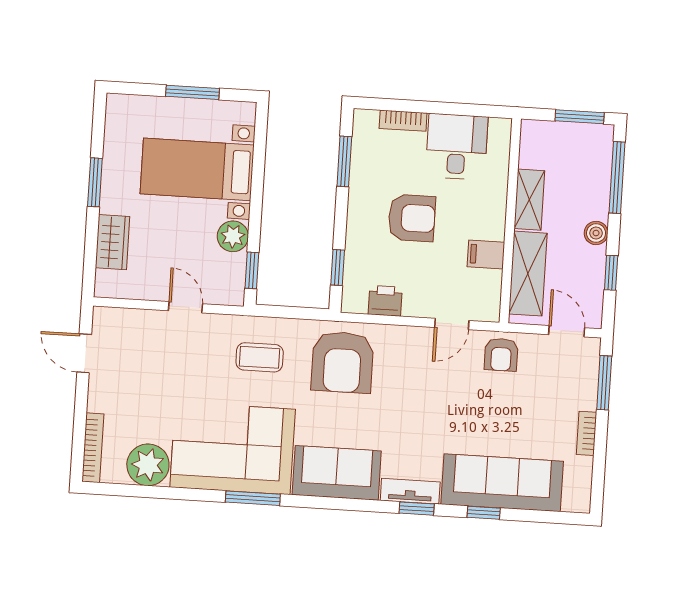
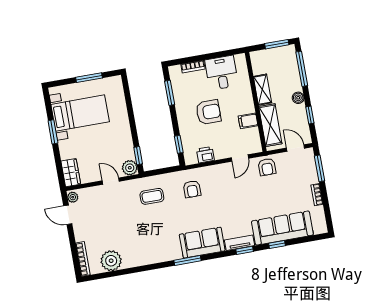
bed with nightstands: (197, 169) -> (80, 113), moved, turned 180
plant: (233, 236) -> (130, 168), moved
wardrobe: (112, 242) -> (71, 173), moved
plant: (103, 321) -> (73, 197), added
armchair: (342, 362) -> (192, 189), width x0.53, depth x0.53
corner sofa: (233, 448) -> (150, 243), removed
window: (253, 498) -> (188, 260), moved

